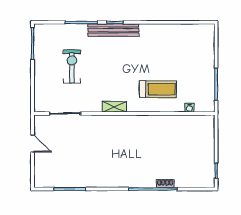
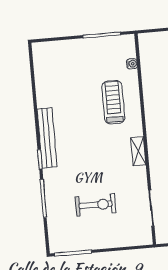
bench: (113, 30) -> (47, 138), moved
exercise bike: (72, 66) -> (96, 205), turned 180

